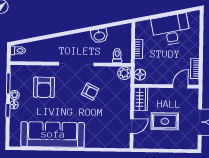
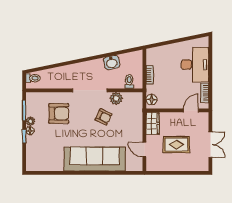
desk: (171, 30) -> (195, 65), moved, turned 102
plant: (124, 73) -> (116, 98), moved
armchair: (44, 87) -> (59, 113), turned -90
door: (132, 126) -> (144, 150), swing flipped
sofa: (53, 134) -> (95, 159), moved

